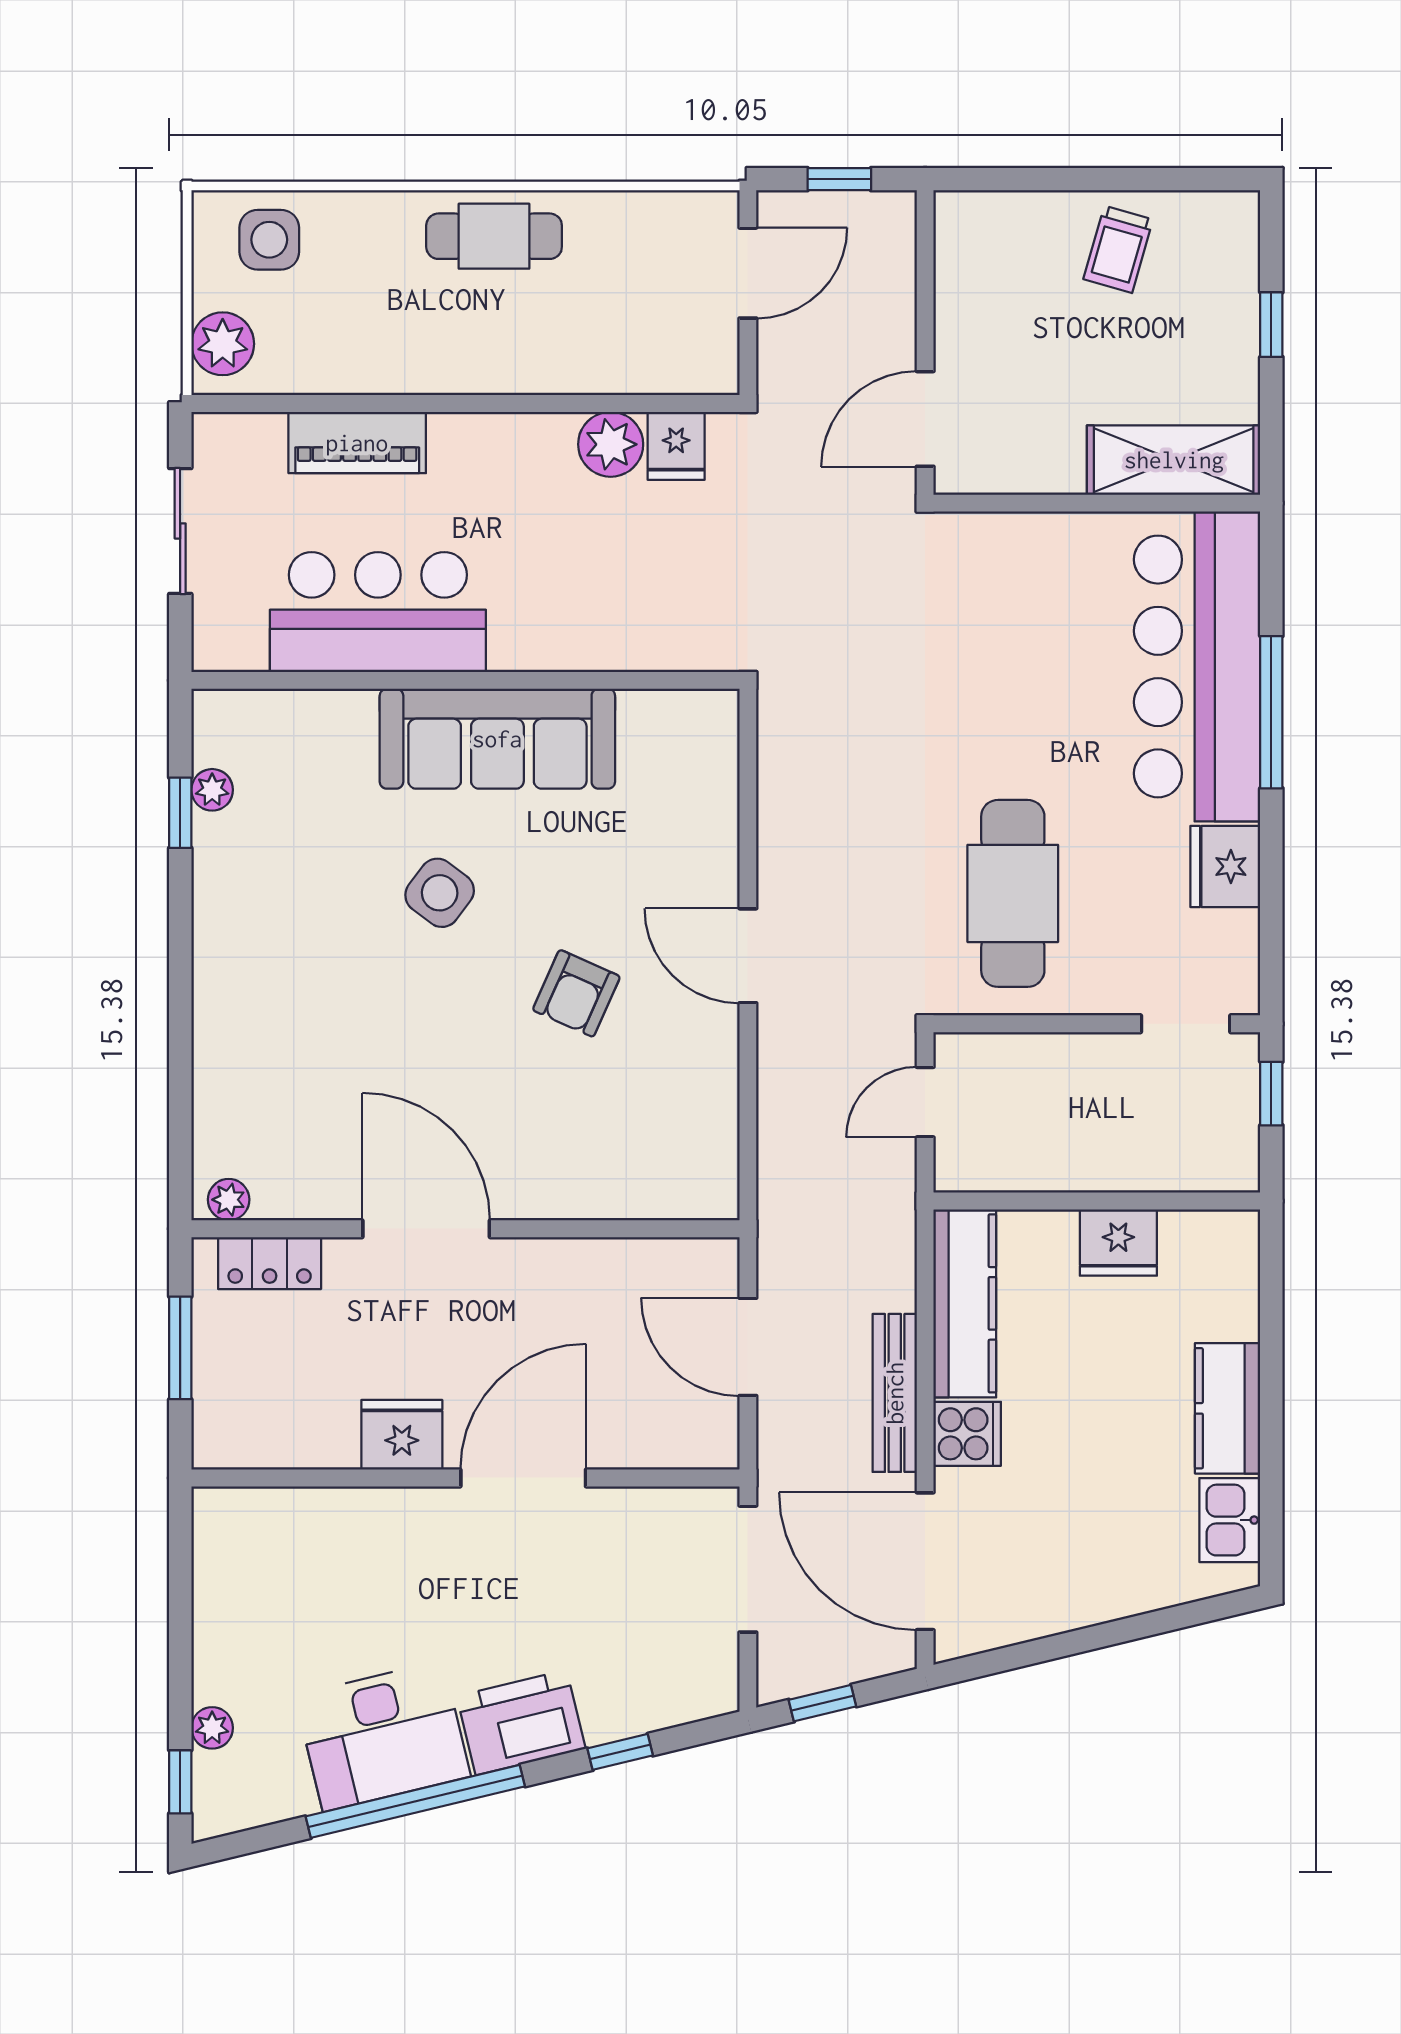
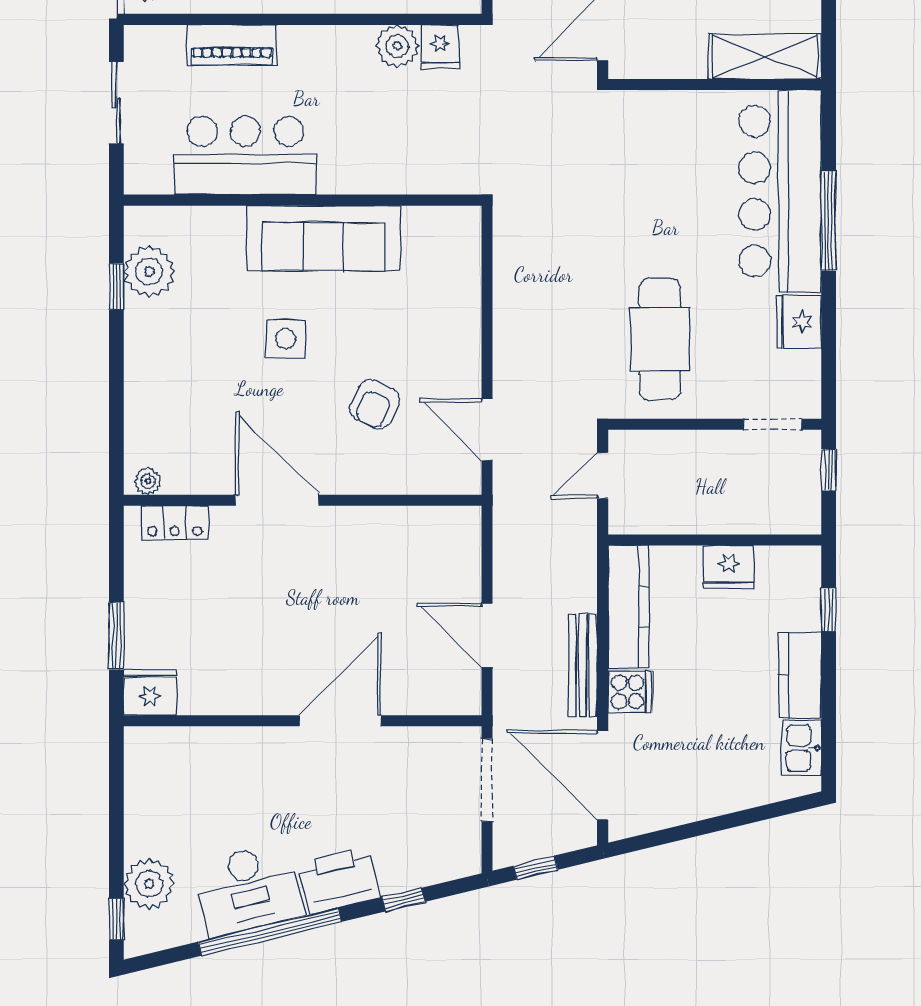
plant: (212, 790) -> (149, 272), width x1.87, depth x1.87
side table: (440, 893) -> (286, 339), turned -37
door: (748, 956) -> (487, 430), moved
plant: (229, 1200) -> (148, 481), moved
door: (426, 1229) -> (277, 500), moved
wall: (465, 1229) -> (303, 500), moved
locker: (270, 1263) -> (175, 523), moved
window: (1271, 1308) -> (829, 610), added
fridge: (402, 1435) -> (150, 693), moved
plant: (212, 1728) -> (149, 884), width x1.87, depth x1.87

